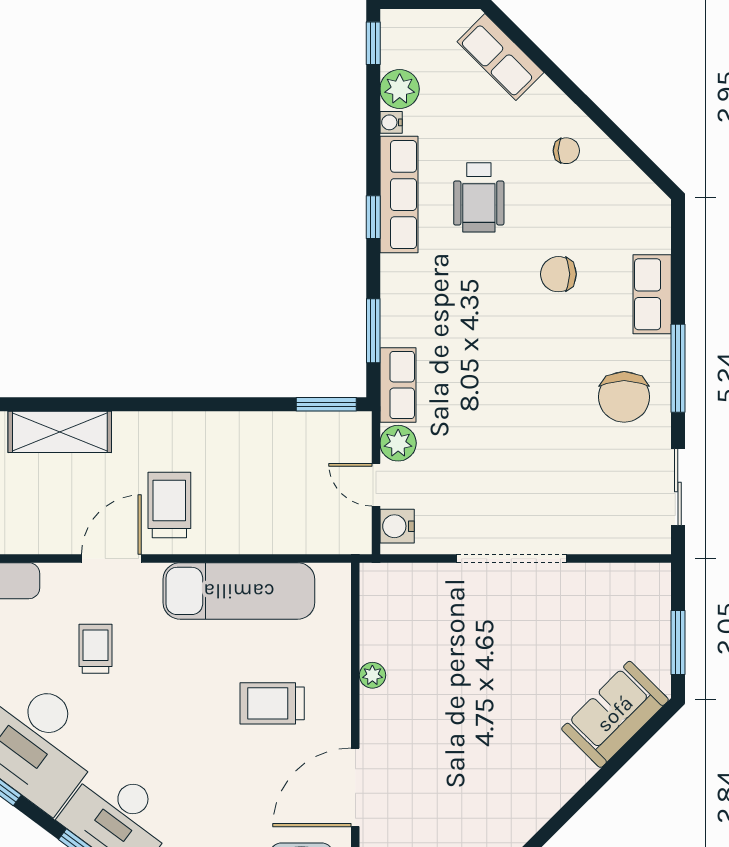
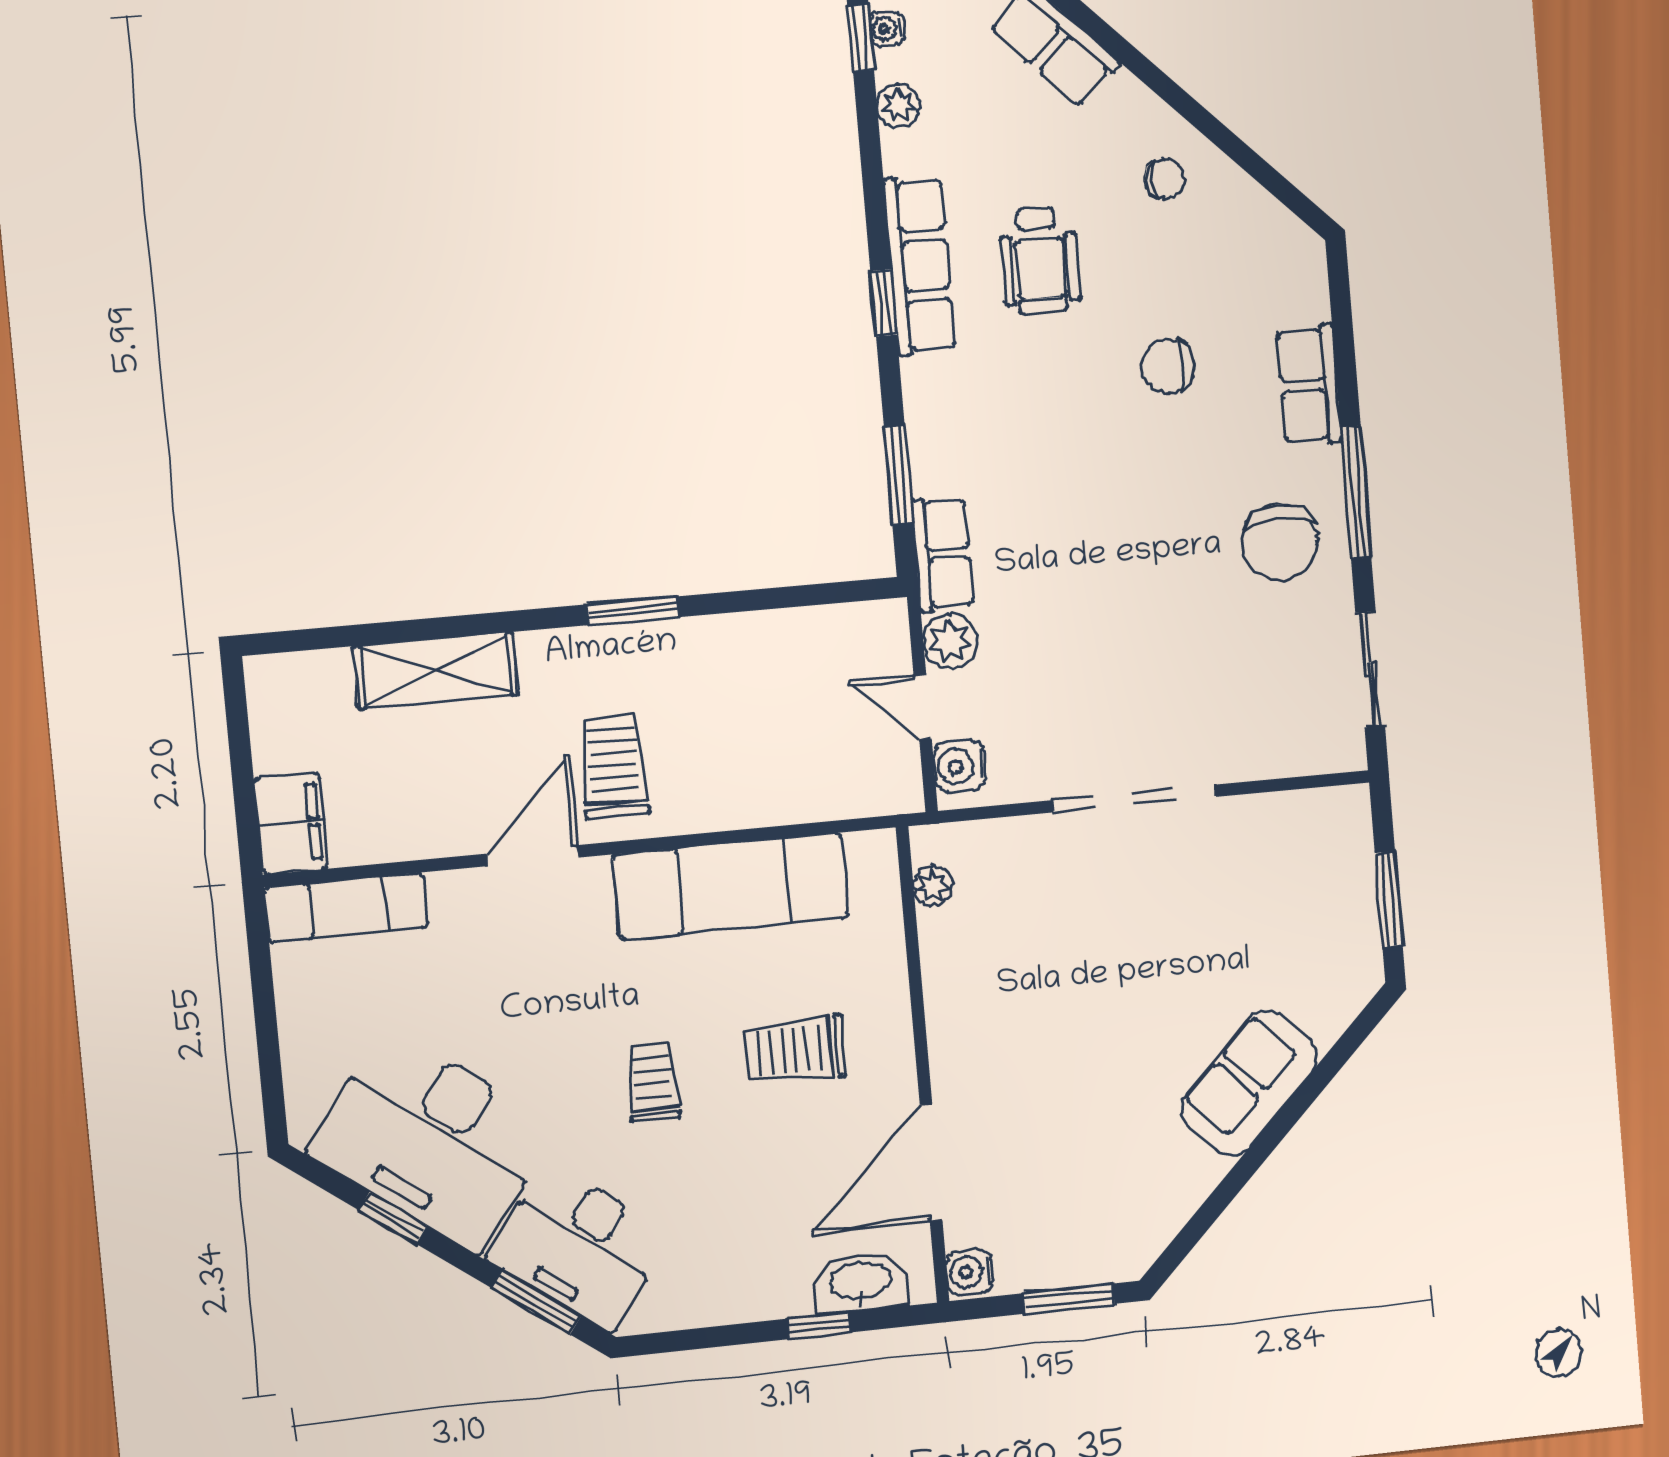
plant: (400, 89) -> (899, 105), width x0.73, depth x0.73
water cooler: (391, 122) -> (887, 29), moved
window: (326, 404) -> (633, 611), moved
trolley: (96, 649) -> (653, 1082), moved
plant: (372, 675) -> (933, 885), moved
sofa: (615, 714) -> (1249, 1083), moved

